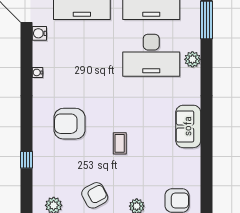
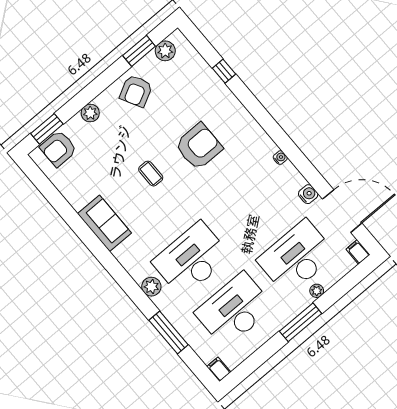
armchair: (69, 124) -> (199, 146), moved
coffee table: (120, 143) -> (151, 174), moved

